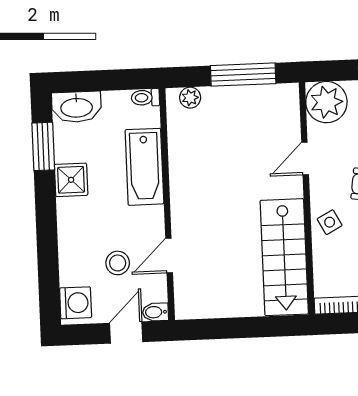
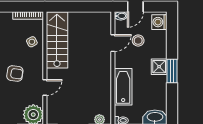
window: (43, 146) -> (172, 71), moved
shower: (71, 180) -> (159, 67), moved
side table: (330, 222) -> (32, 42), moved

